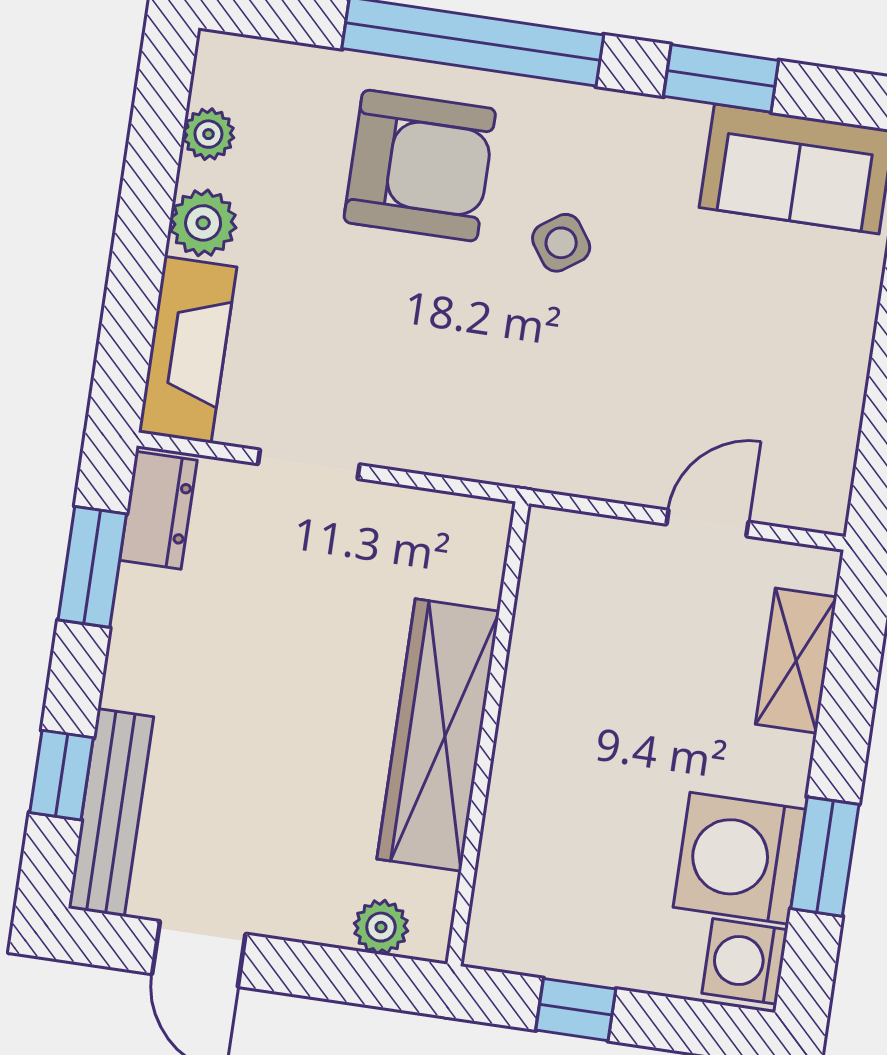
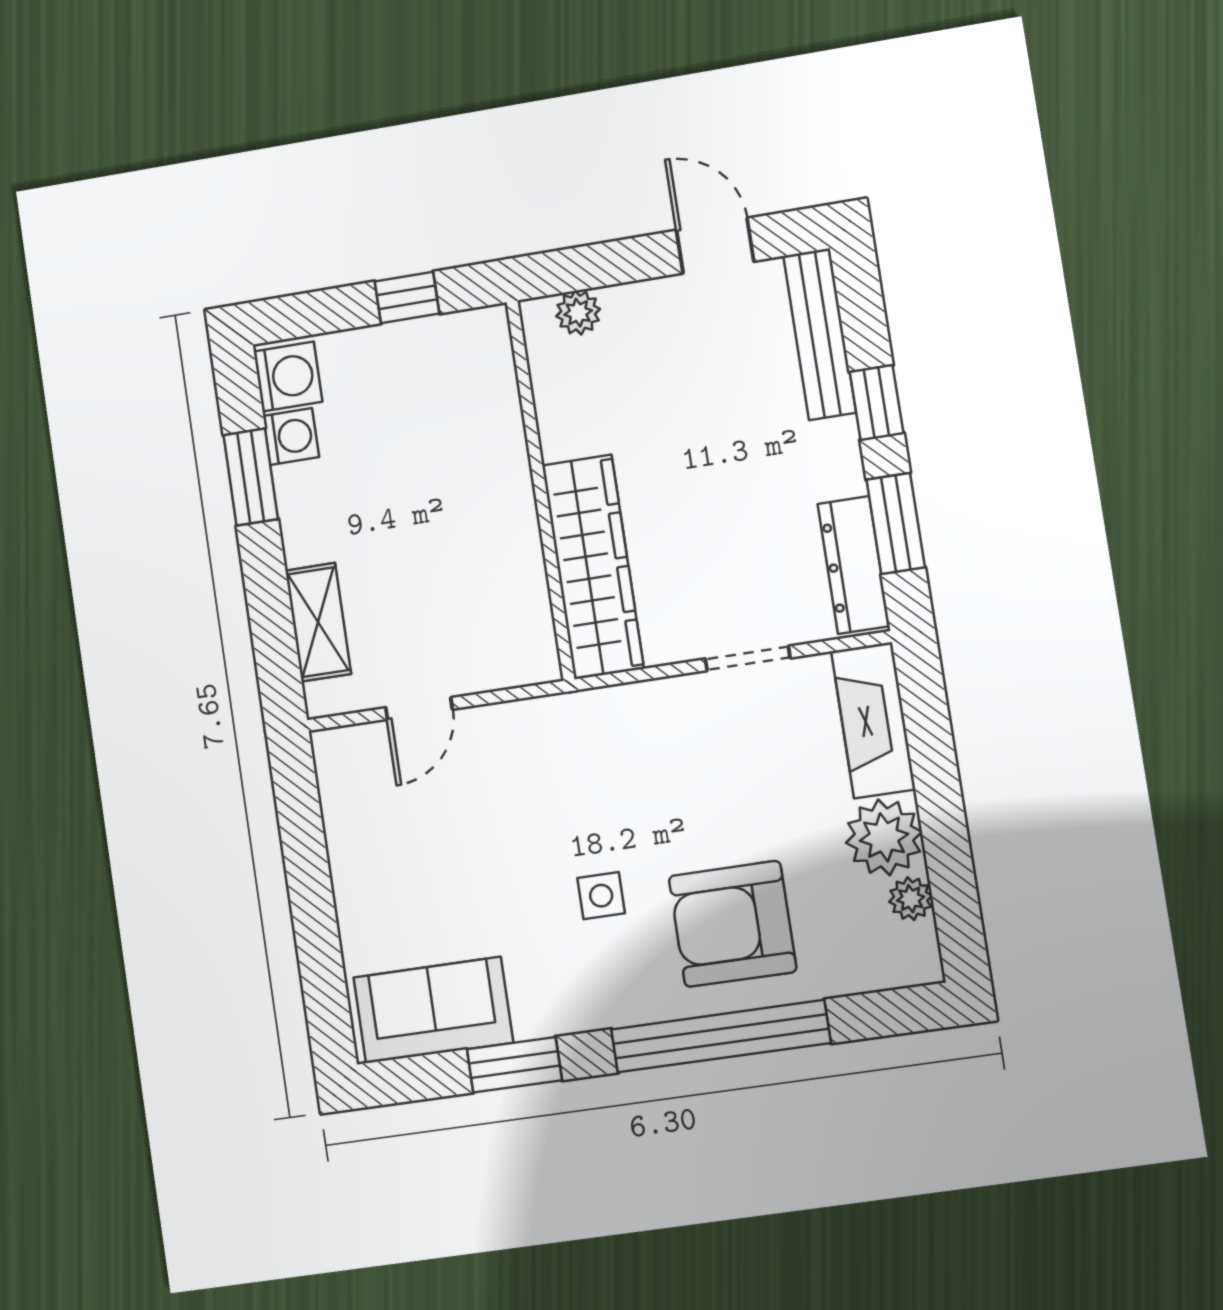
plant: (203, 223) -> (884, 837), width x1.36, depth x1.36
side table: (561, 243) -> (601, 896), turned 35
dresser: (158, 510) -> (854, 565), width x1.44
wardrobe: (438, 735) -> (593, 567), moved
window: (62, 775) -> (877, 402), moved
washing machine: (739, 858) -> (291, 437), width x0.53, depth x0.53

